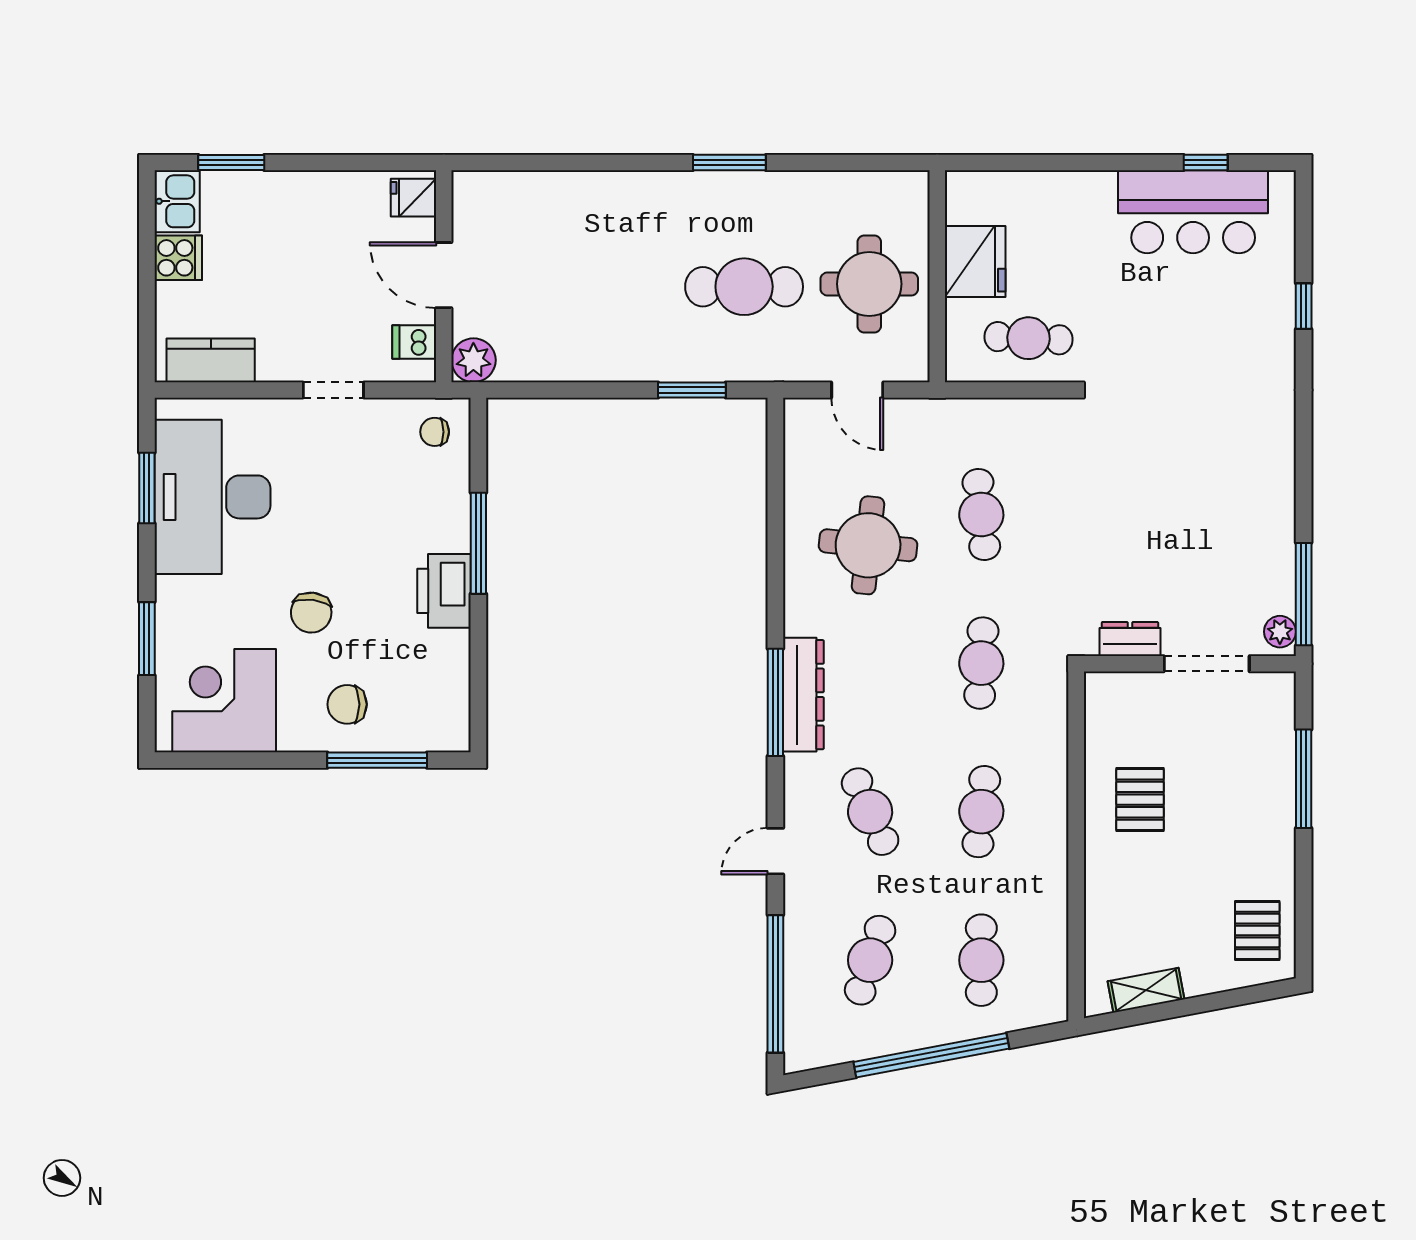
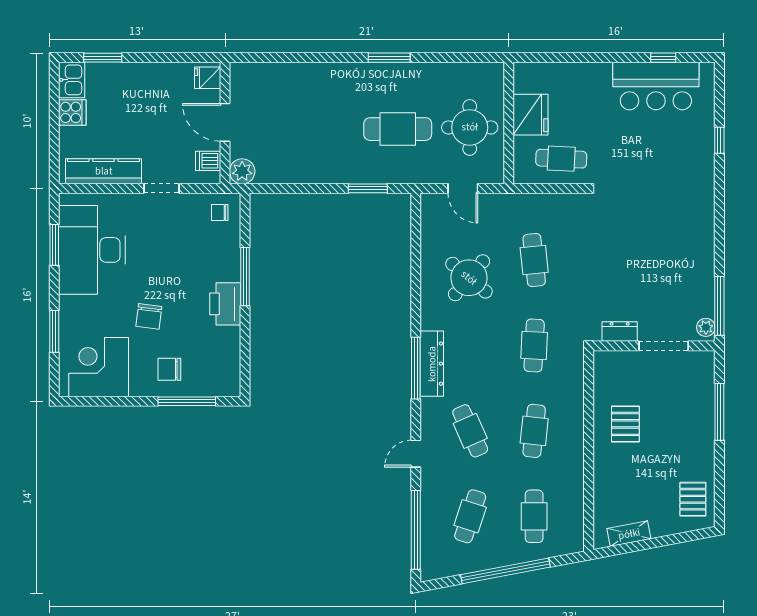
kitchen counter: (211, 360) -> (104, 171), width x1.50
round table: (868, 545) -> (469, 278), turned 34

